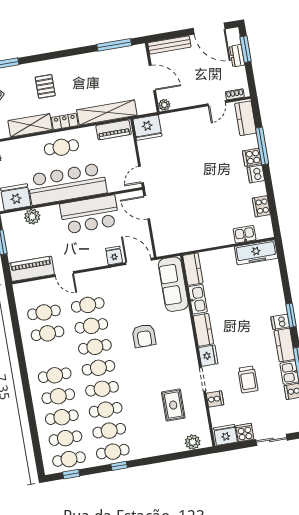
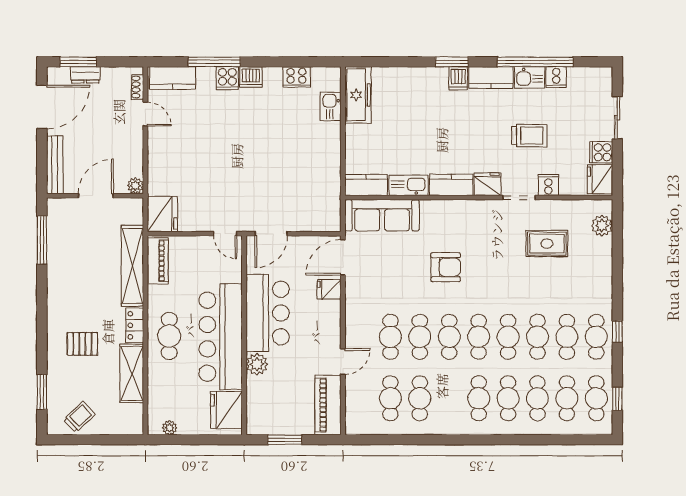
plant: (32, 217) -> (257, 364), moved

